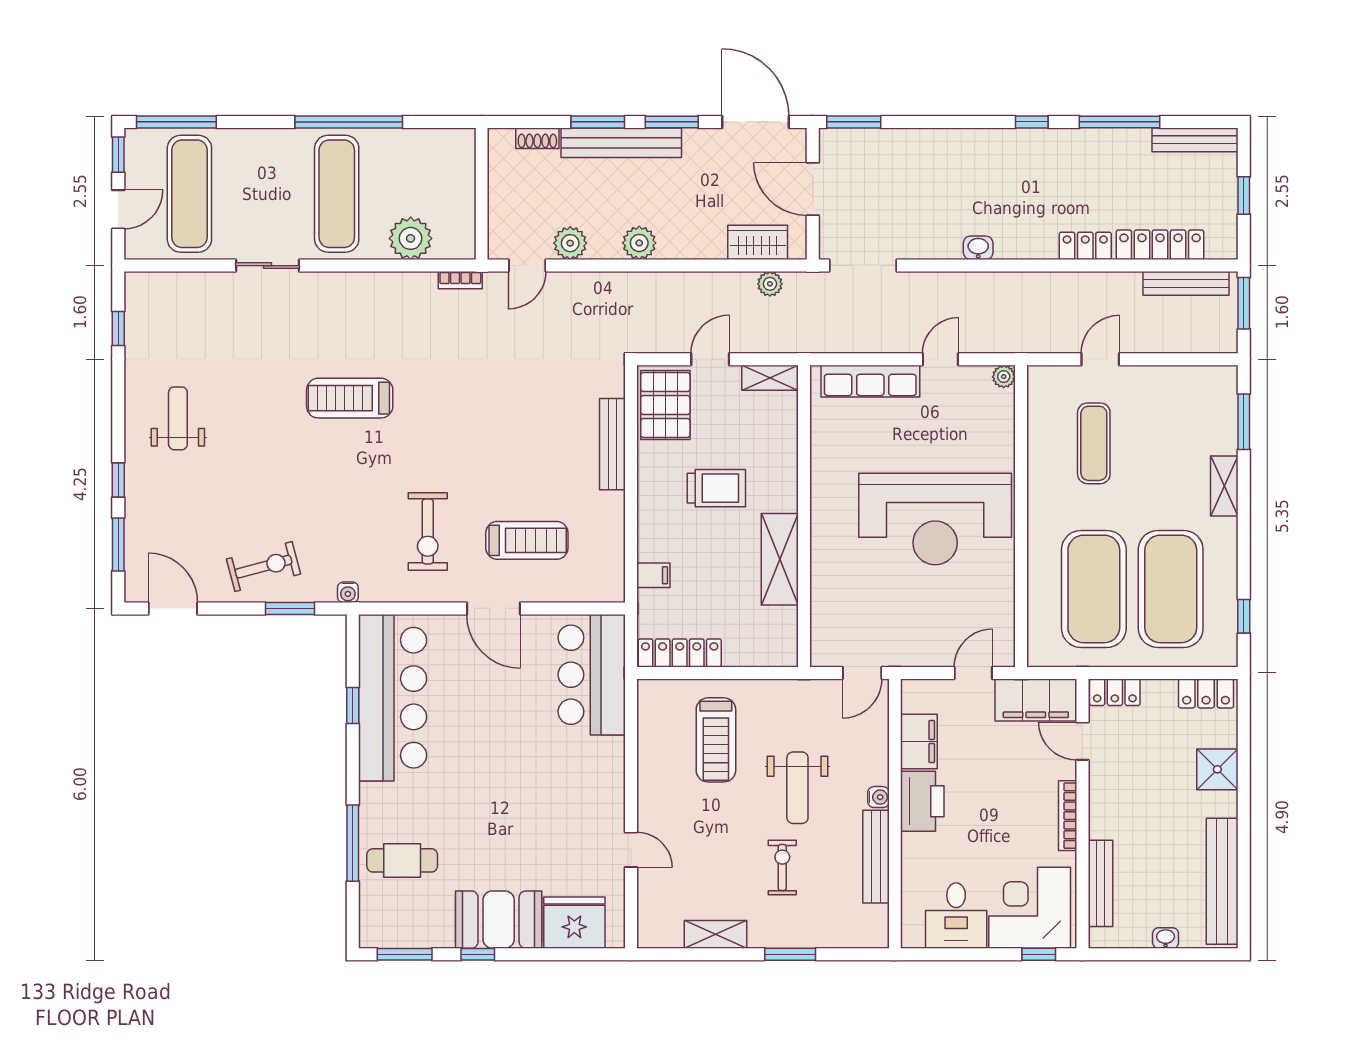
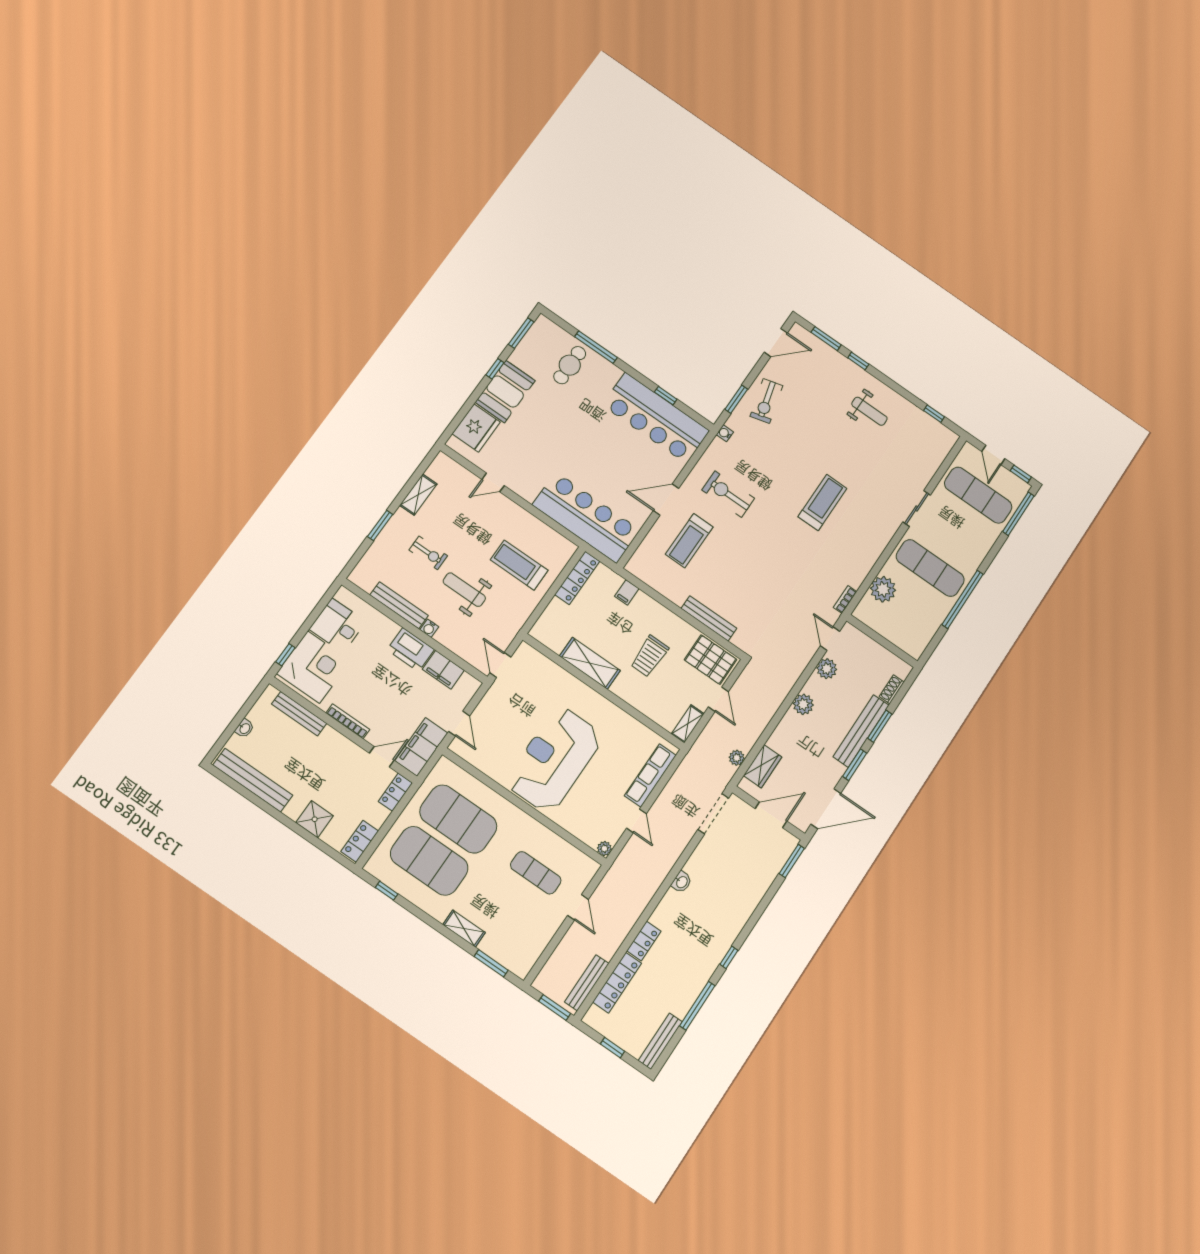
bar counter: (592, 675) -> (586, 517), width x1.36

